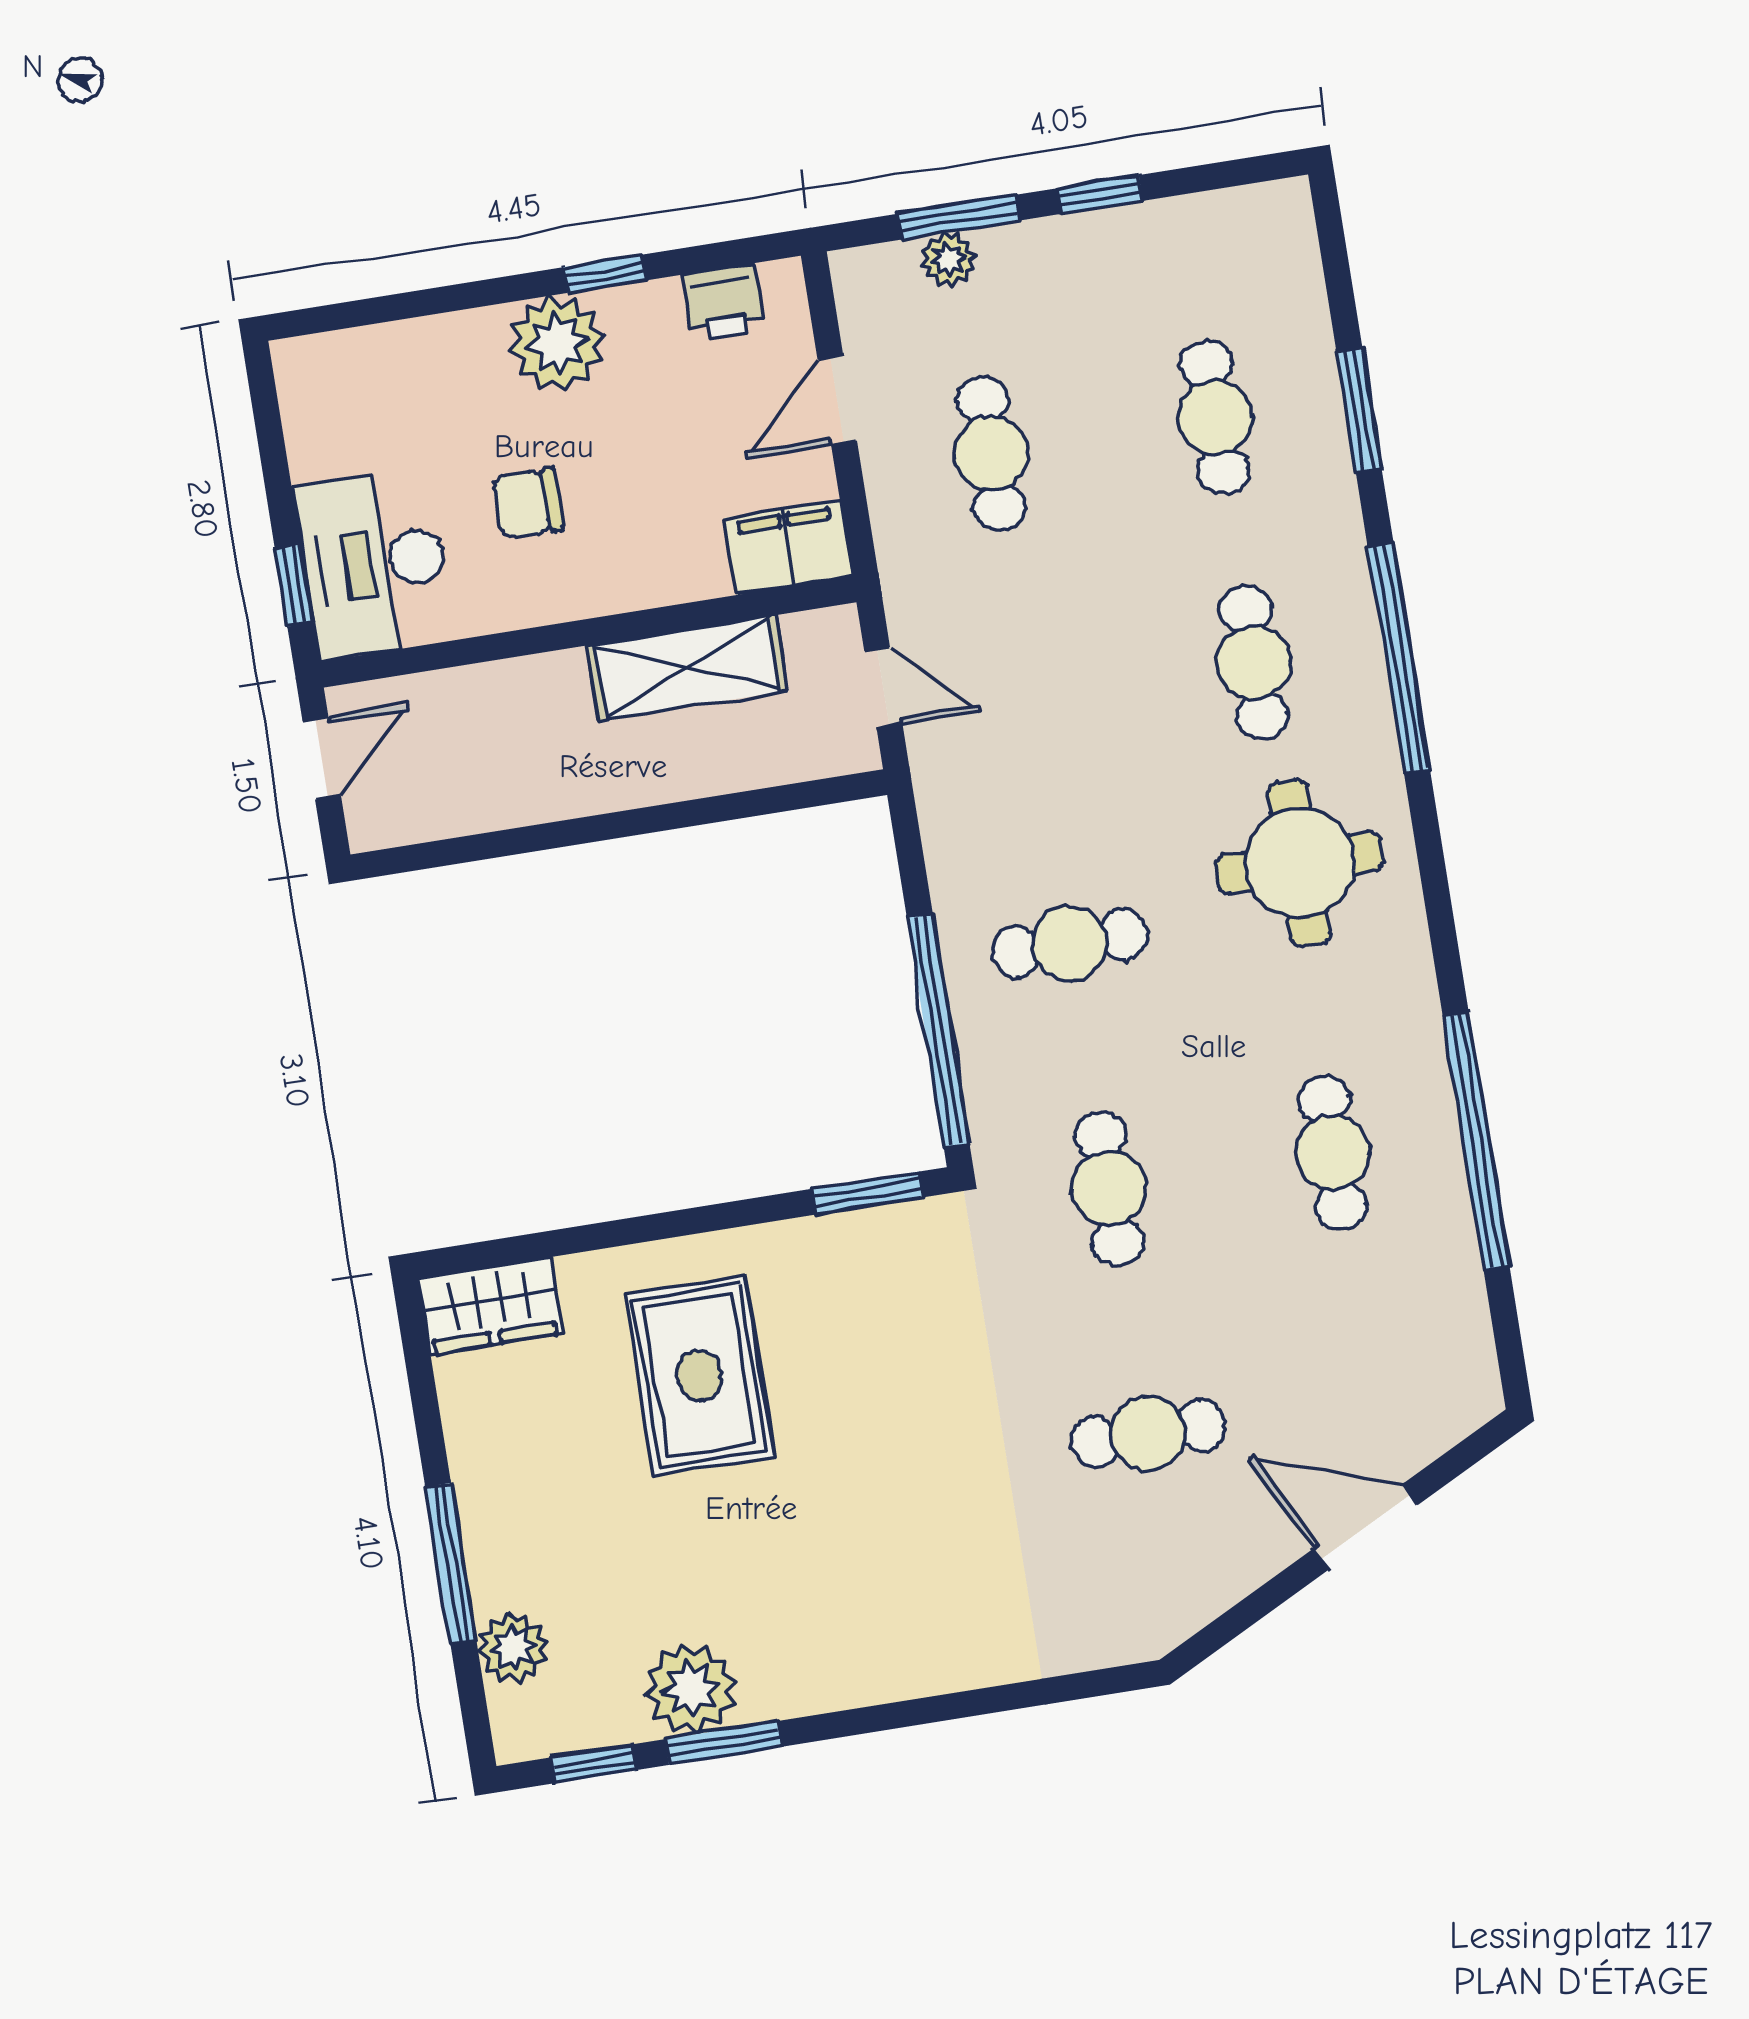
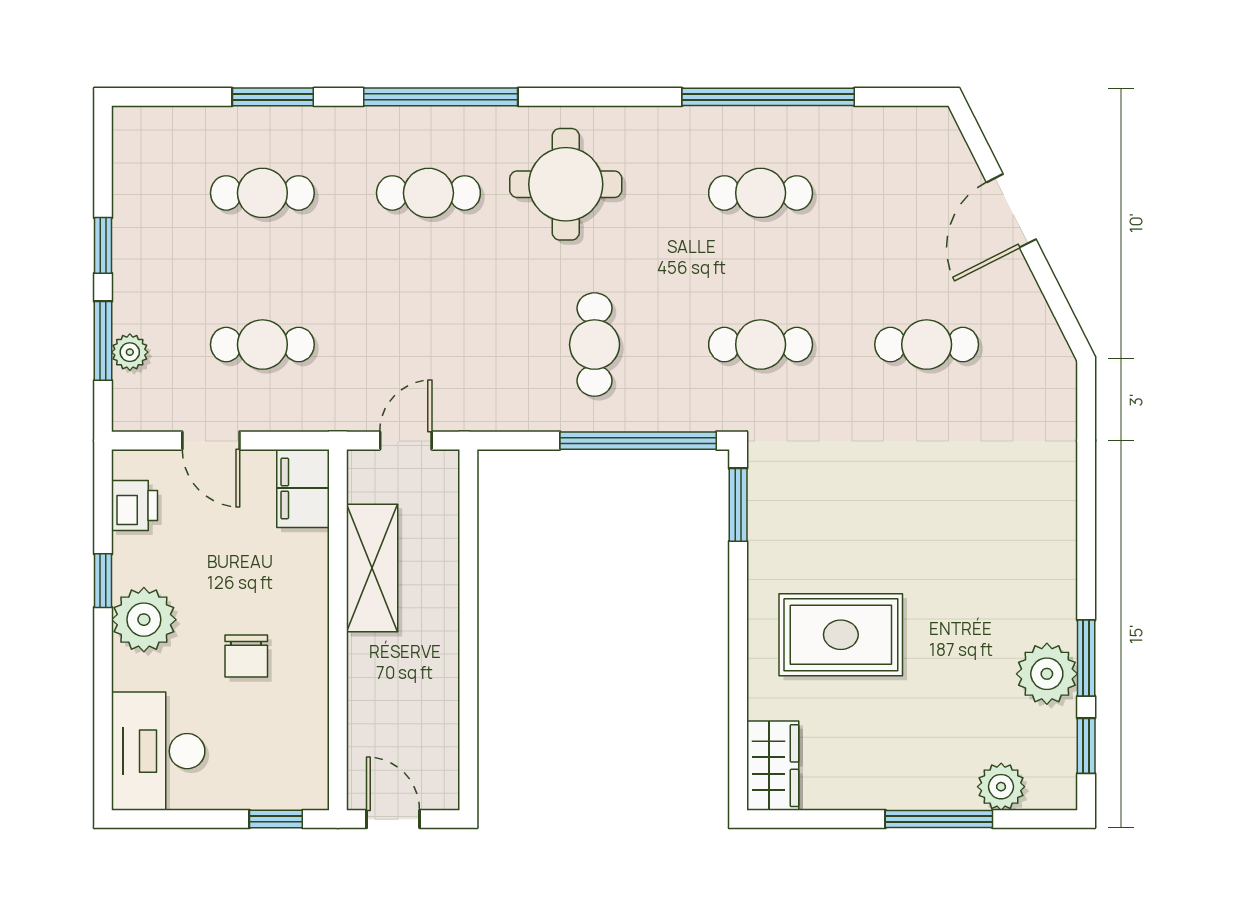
desk: (374, 563) -> (158, 751), moved, turned 90
cafe table: (1148, 1434) -> (927, 345), turned 90

